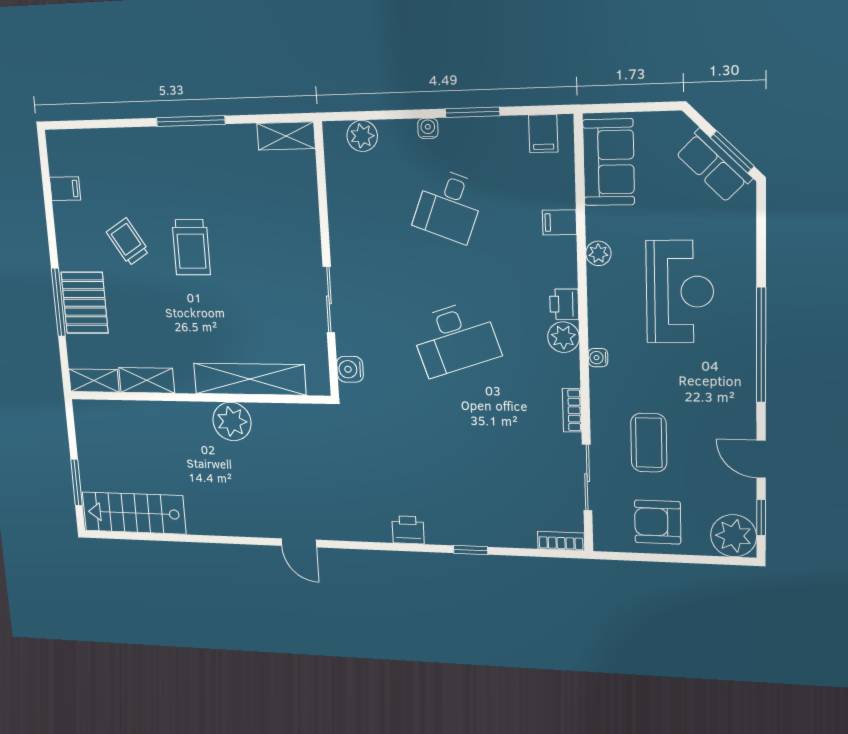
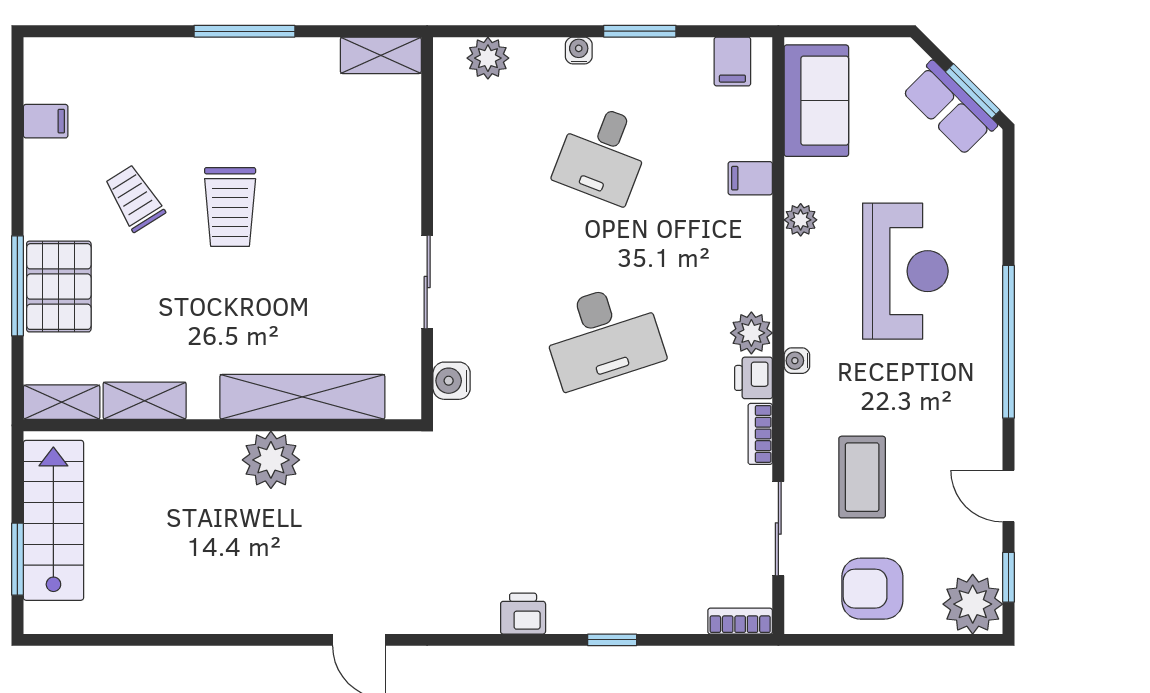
printer: (564, 304) -> (754, 378), moved
stairs: (134, 513) -> (53, 520), moved, turned 90

